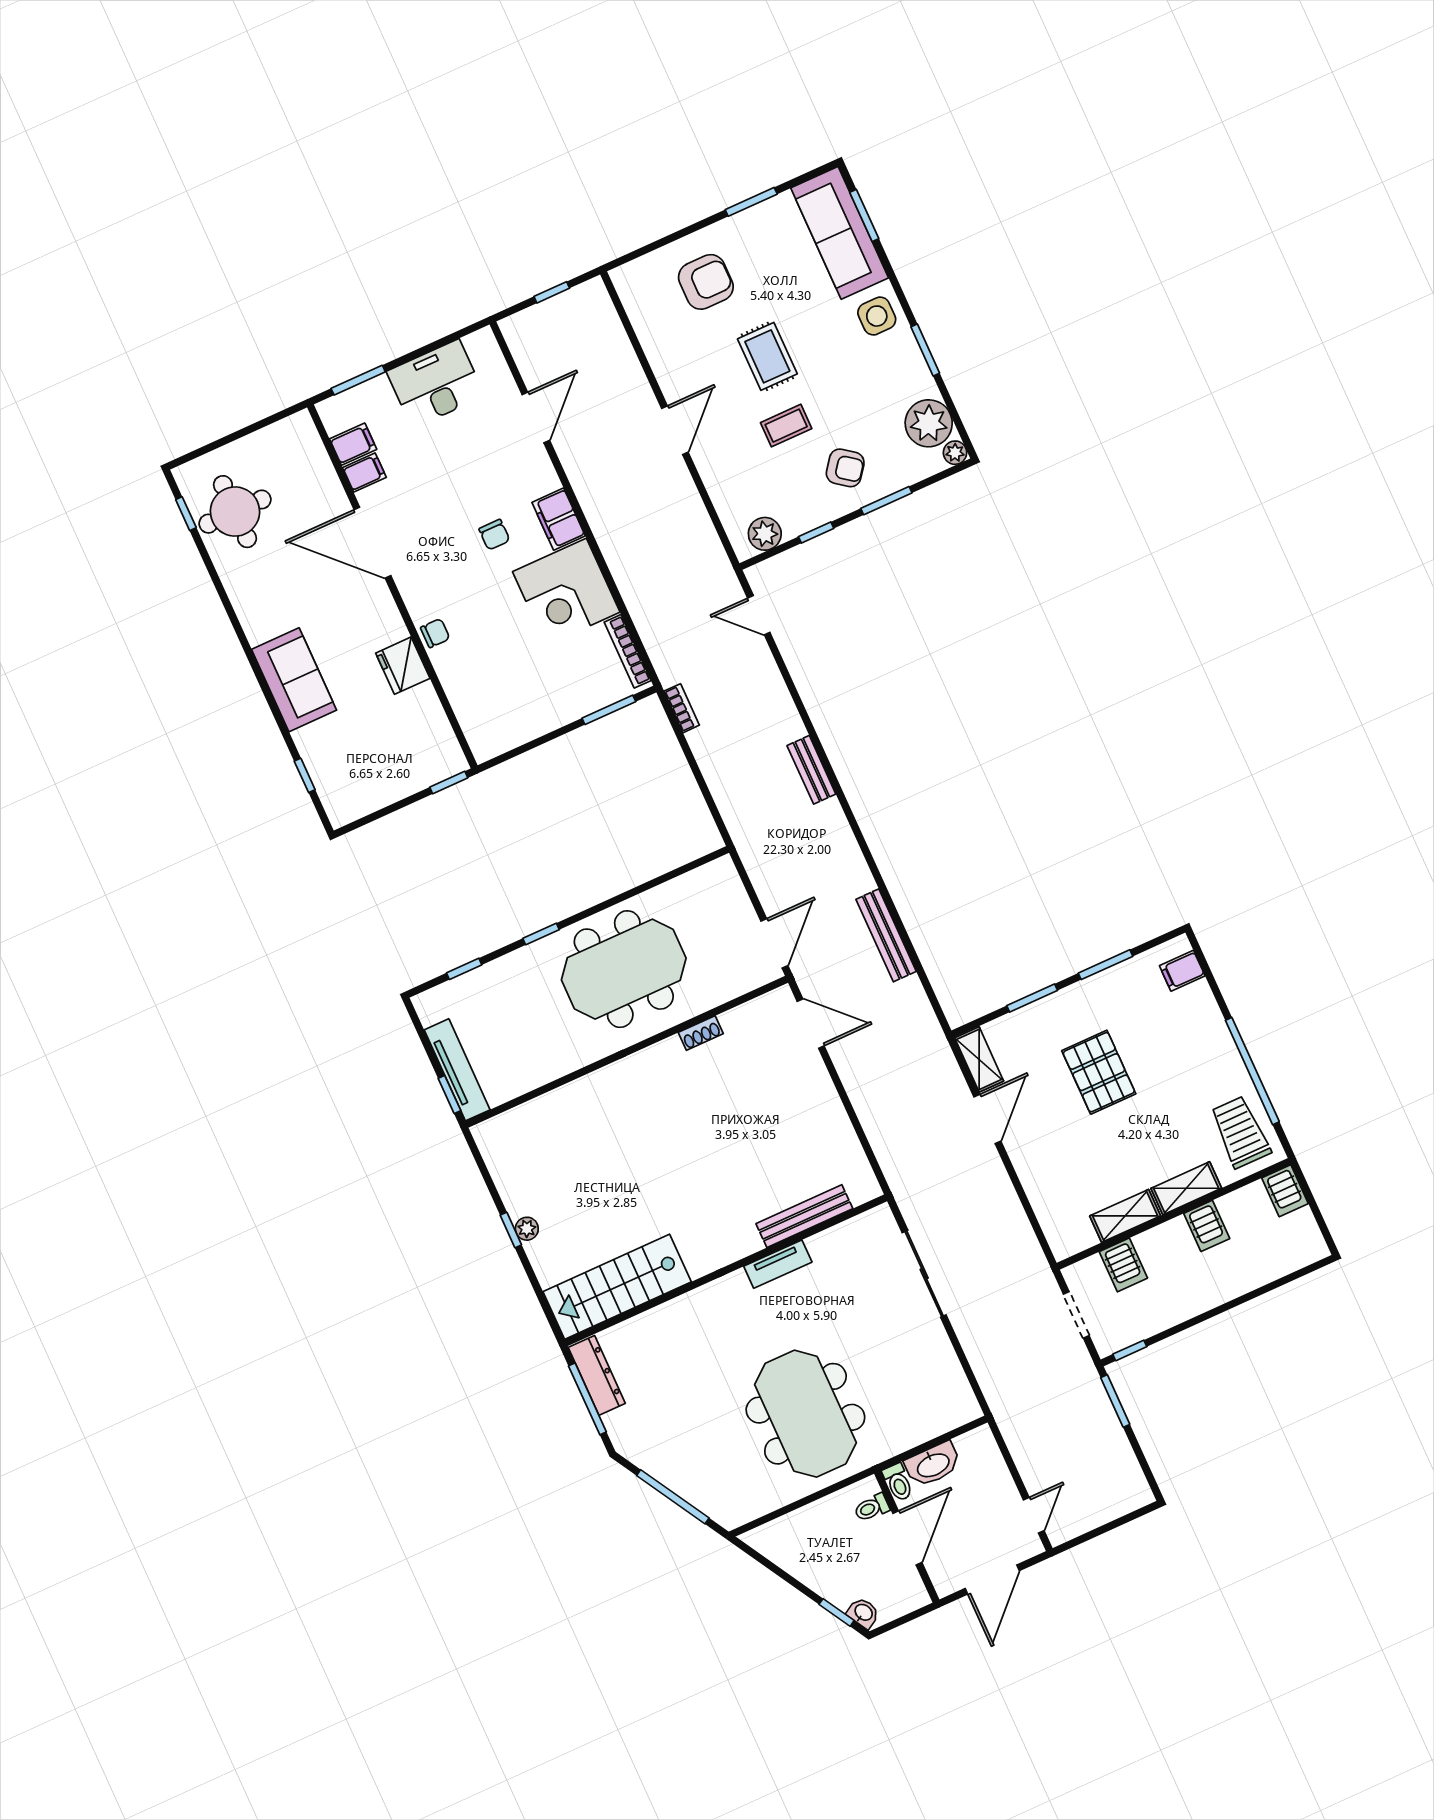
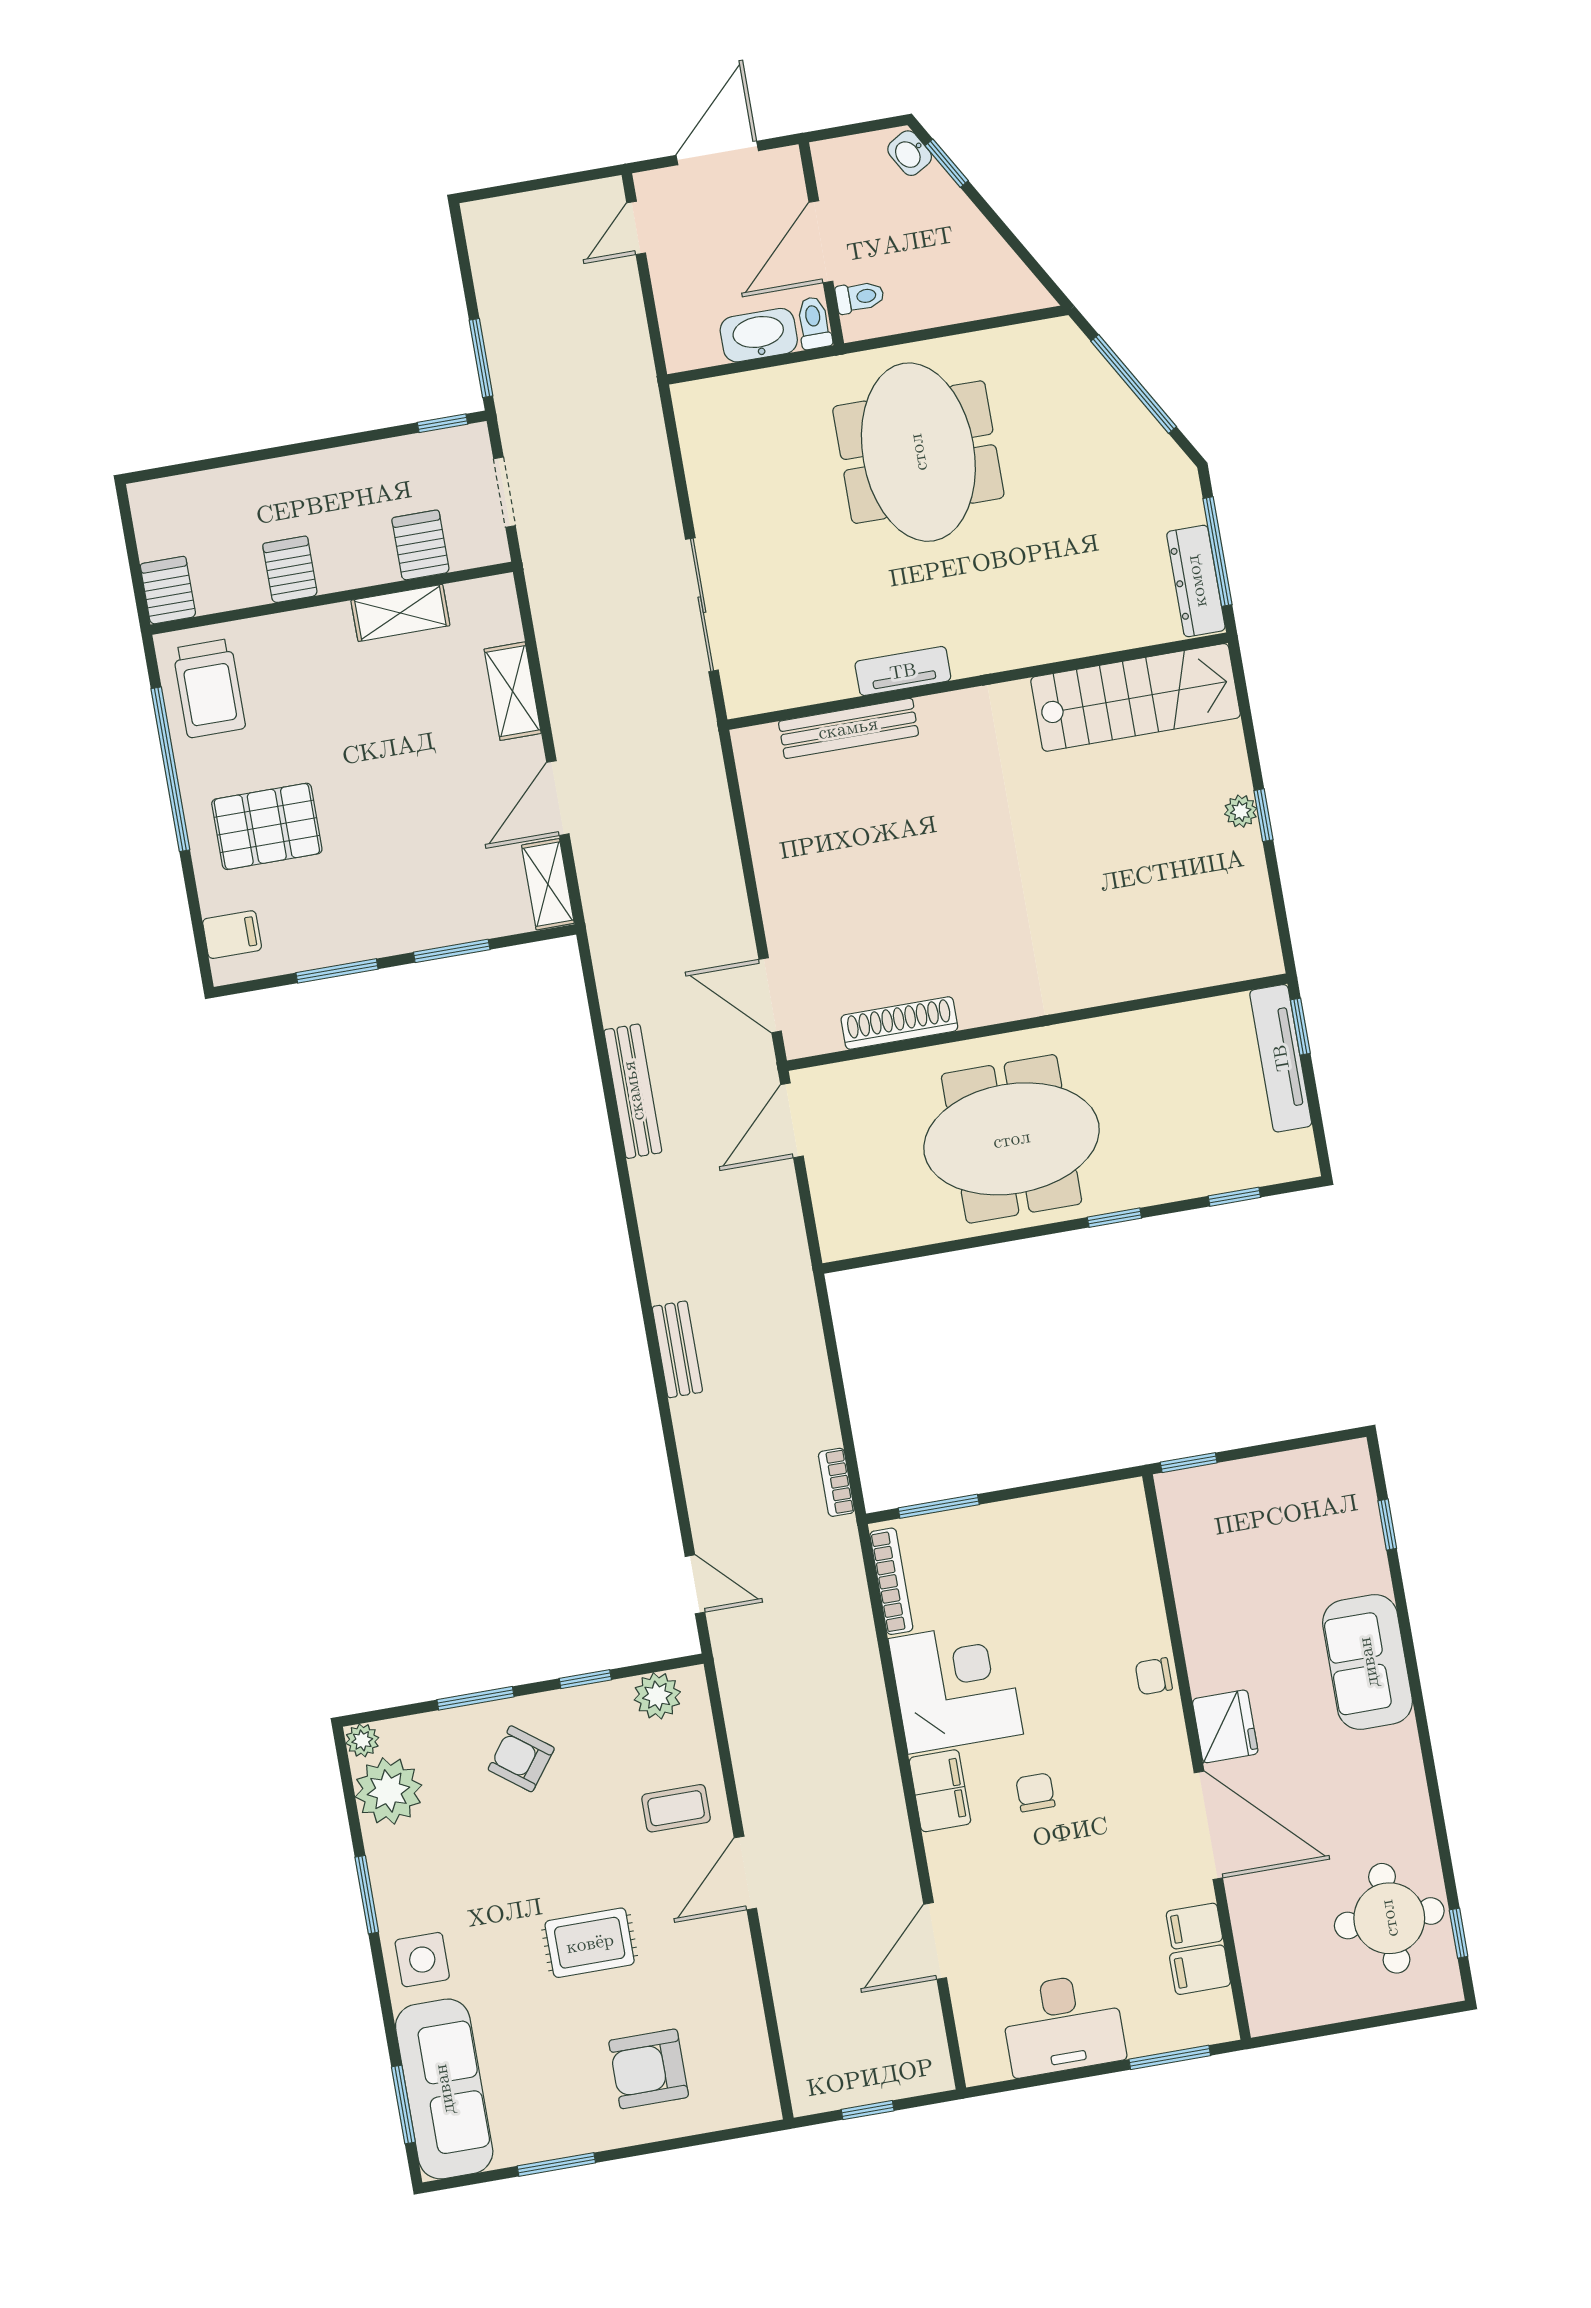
rug: (767, 356) -> (590, 1943), turned 90
coffee table: (786, 426) -> (676, 1808), moved
fridge: (403, 666) -> (1225, 1726), moved
shoe rack: (701, 1033) -> (899, 1023), width x1.94, depth x1.24
pallet: (1099, 1072) -> (267, 826), moved, turned 90
shelving: (1186, 1188) -> (513, 691), moved, turned 90

